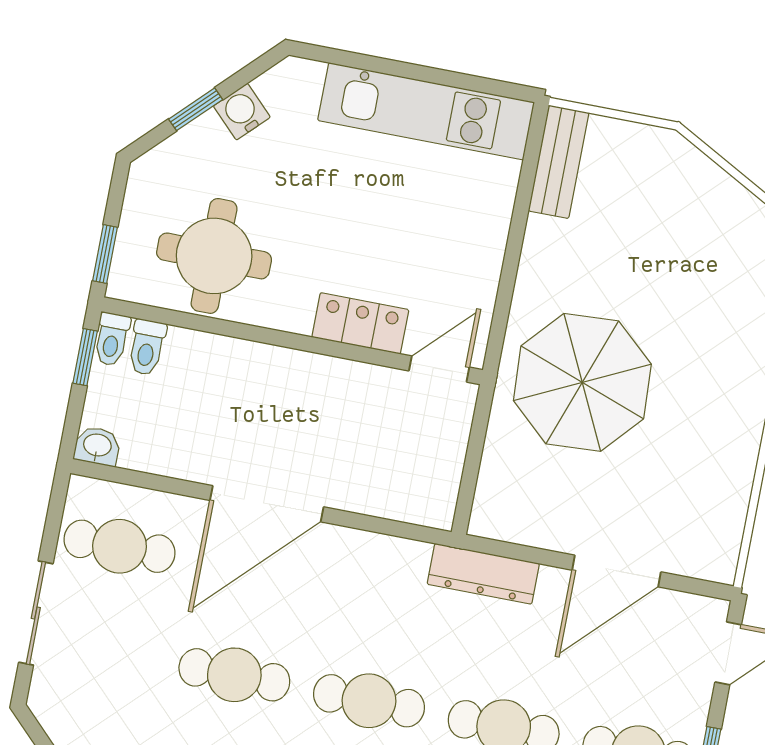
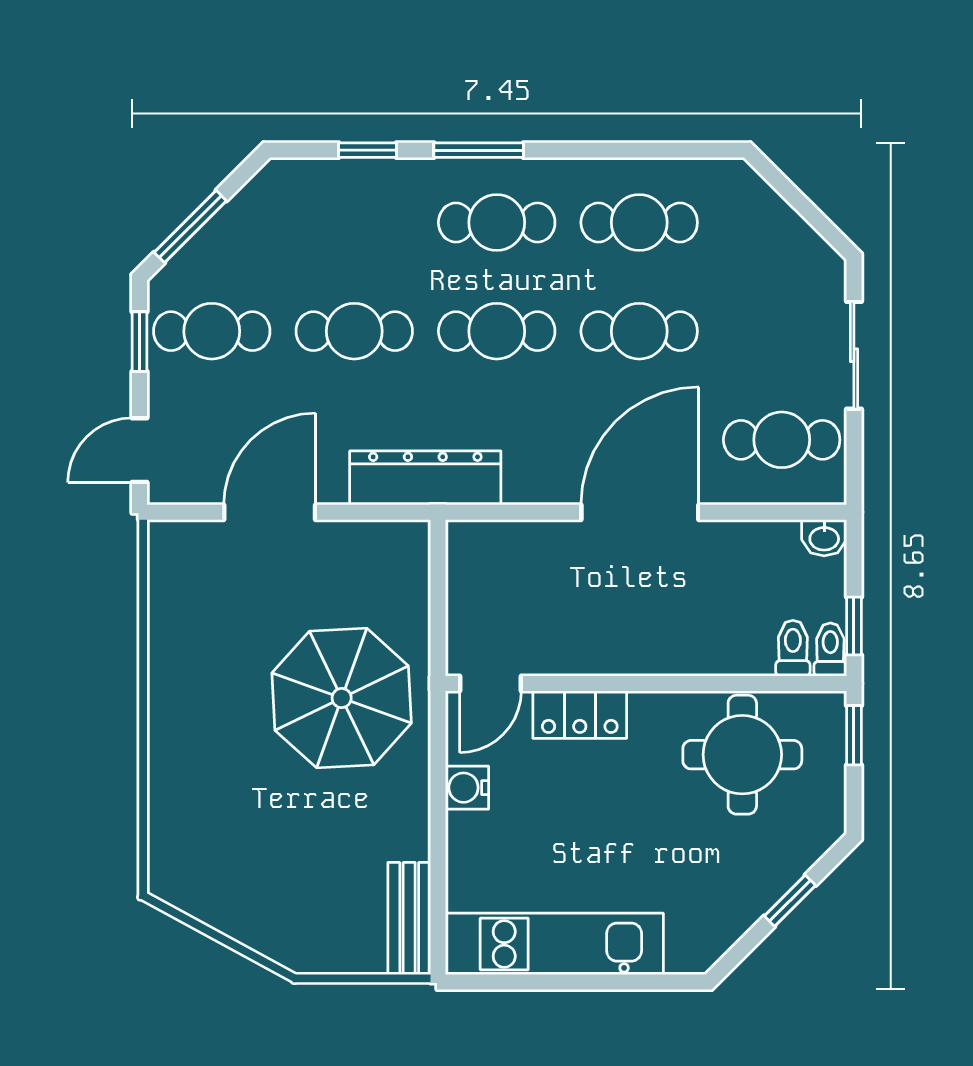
water cooler: (242, 112) -> (467, 788), moved, turned 135
dresser: (483, 574) -> (425, 478), width x1.37, depth x1.24

